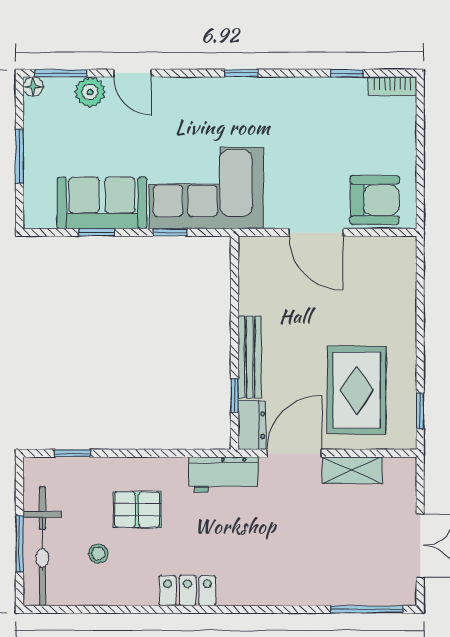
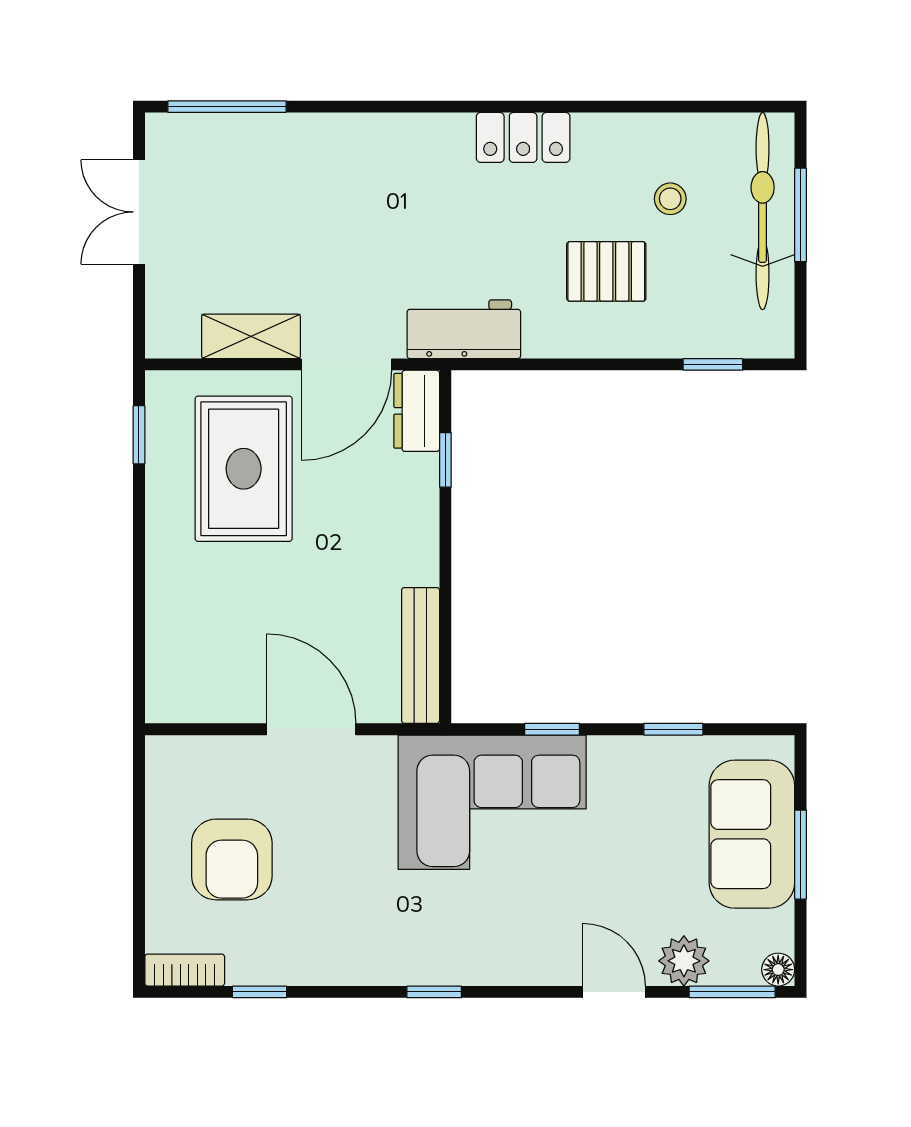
armchair: (375, 200) -> (232, 859), moved, turned -90
sofa: (102, 203) -> (752, 834), moved, turned 90
bench: (250, 357) -> (421, 655), moved

